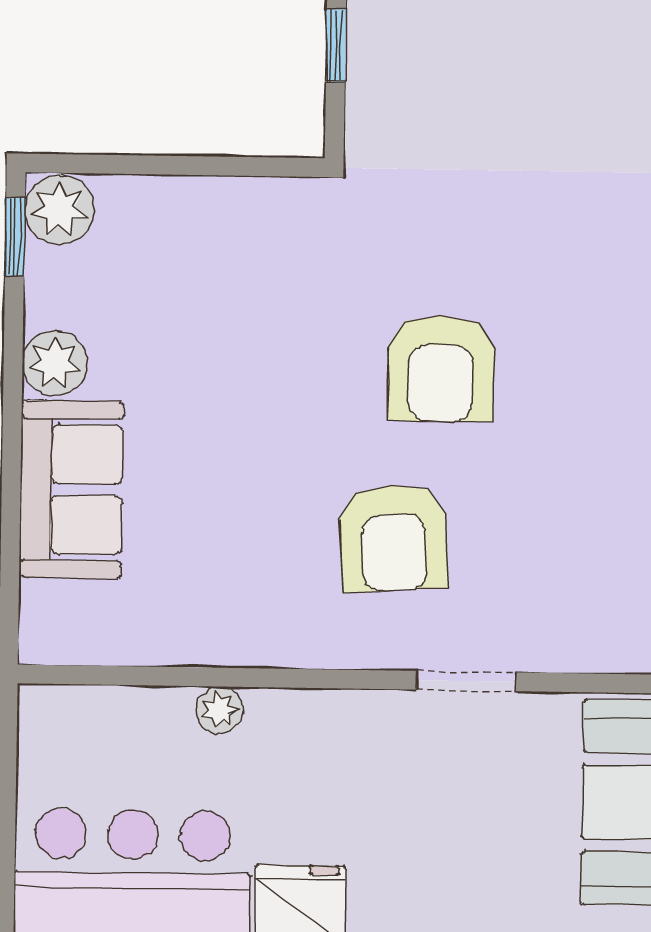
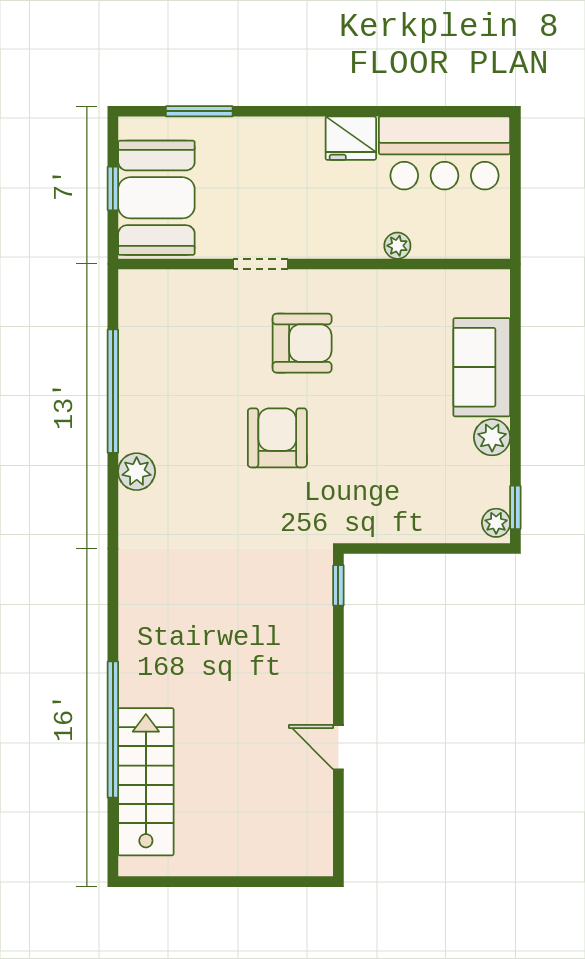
window: (336, 46) -> (338, 585), moved
plant: (60, 210) -> (496, 523), width x0.73, depth x0.73
armchair: (393, 538) -> (302, 343), turned 94

